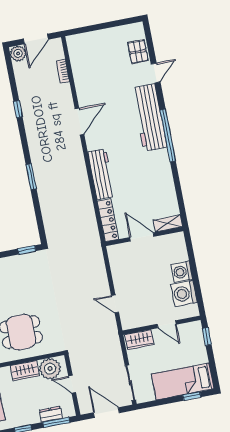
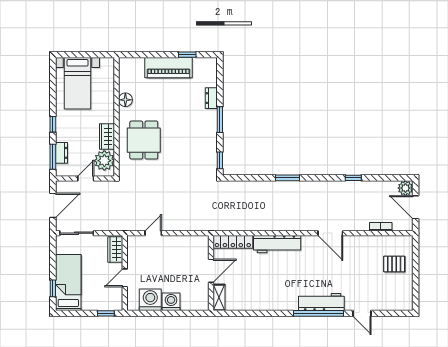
pallet: (138, 52) -> (394, 264), moved
workbench: (149, 118) -> (321, 302), width x0.73, depth x0.76
window: (168, 135) -> (319, 313), moved

